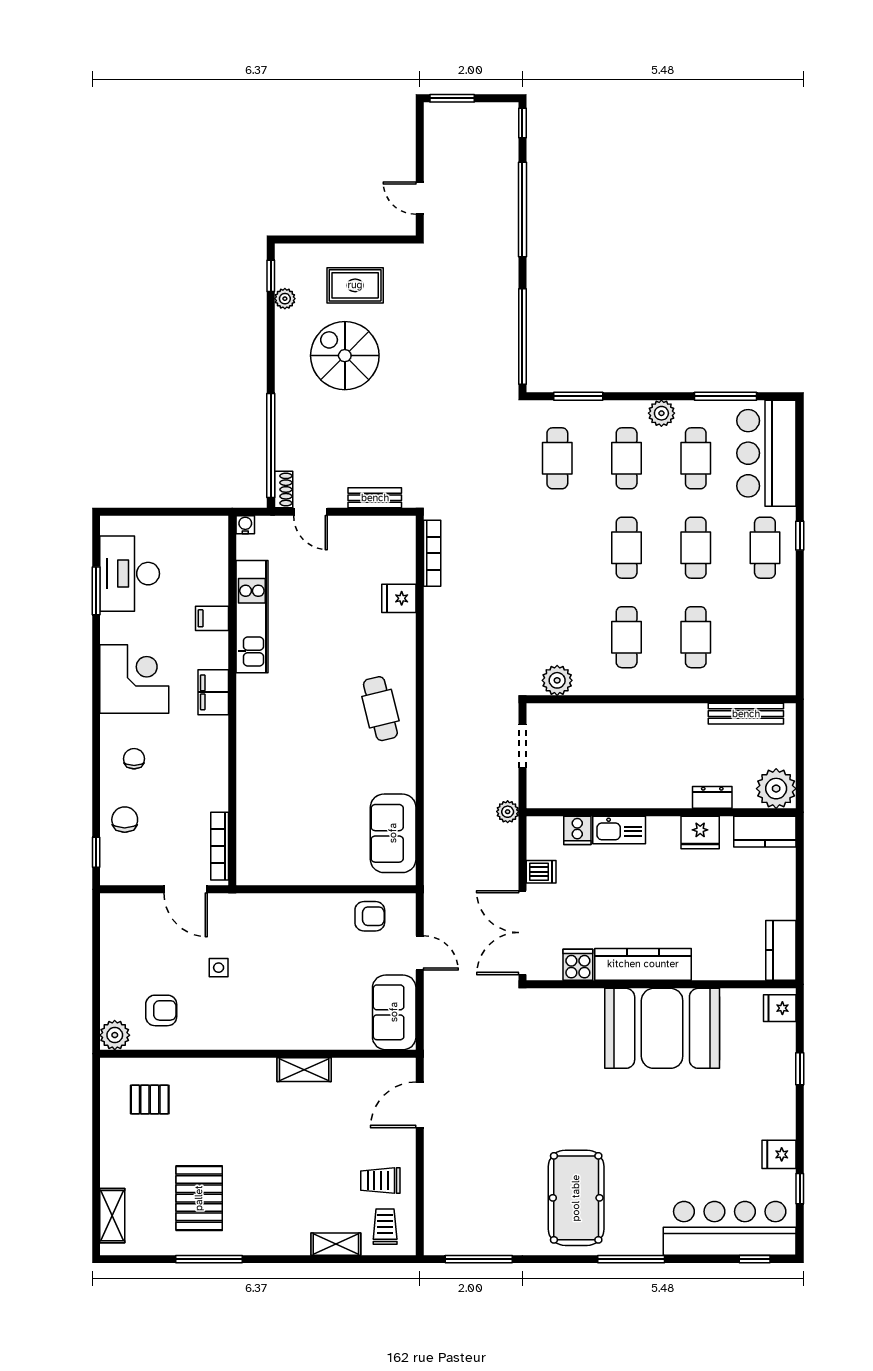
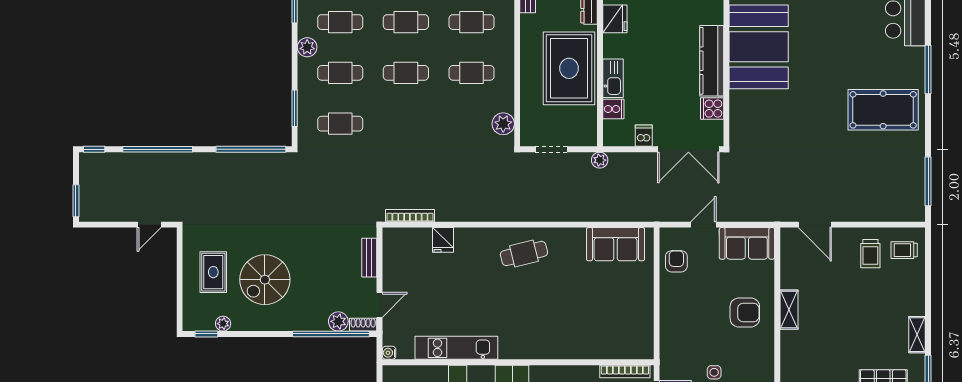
plant: (288, 456) -> (338, 321), added
rug: (633, 770) -> (569, 68), added
armchair: (300, 1009) -> (745, 313), added
shelving: (336, 1244) -> (917, 335), moved

